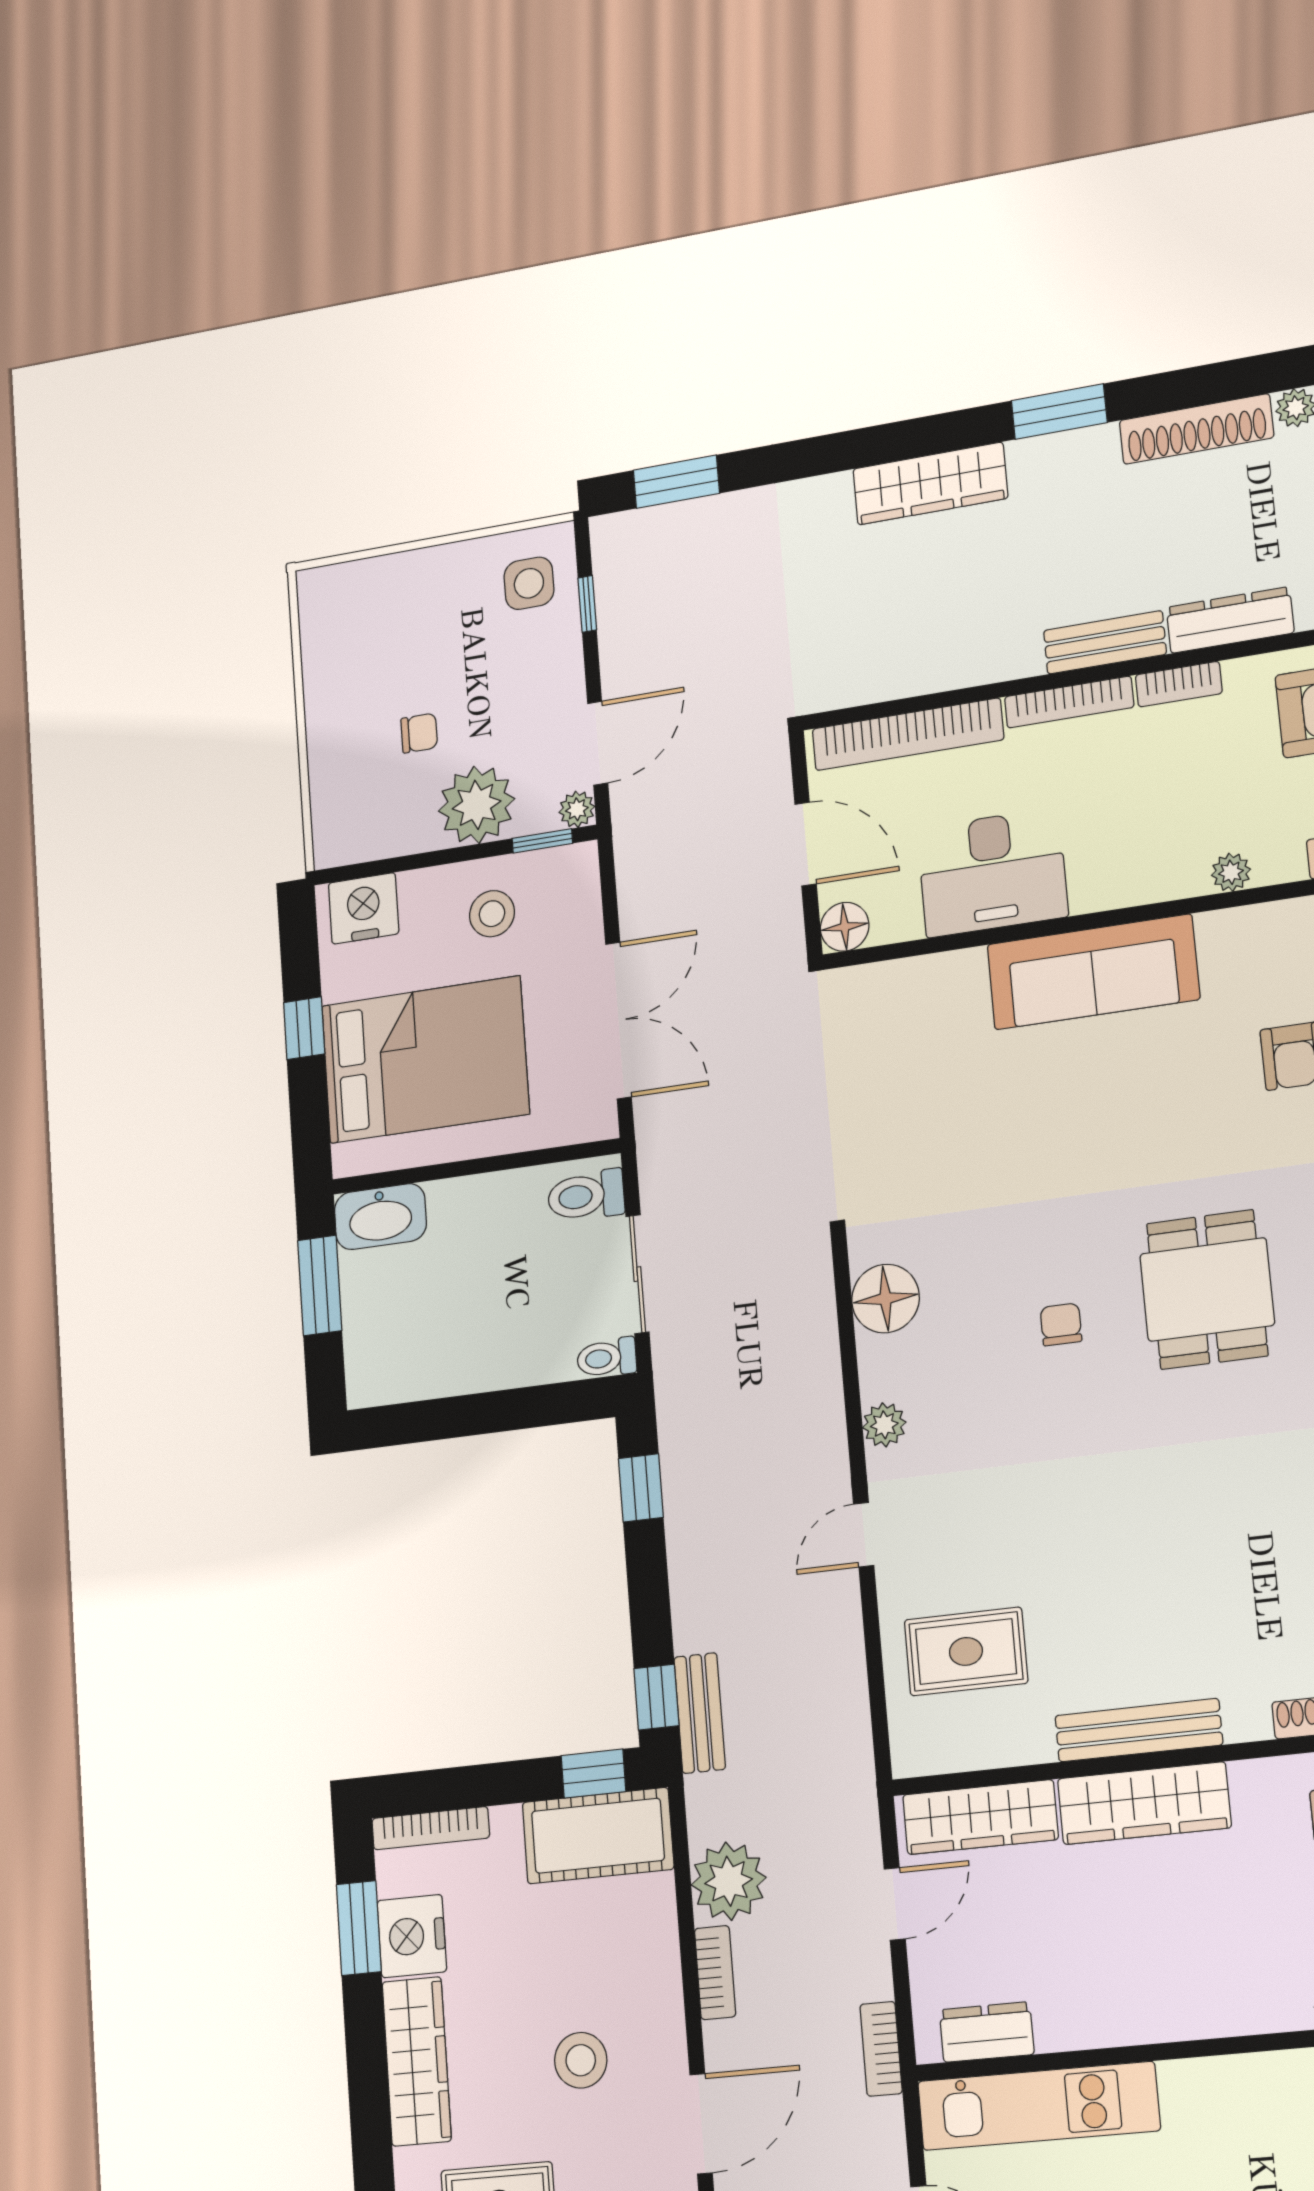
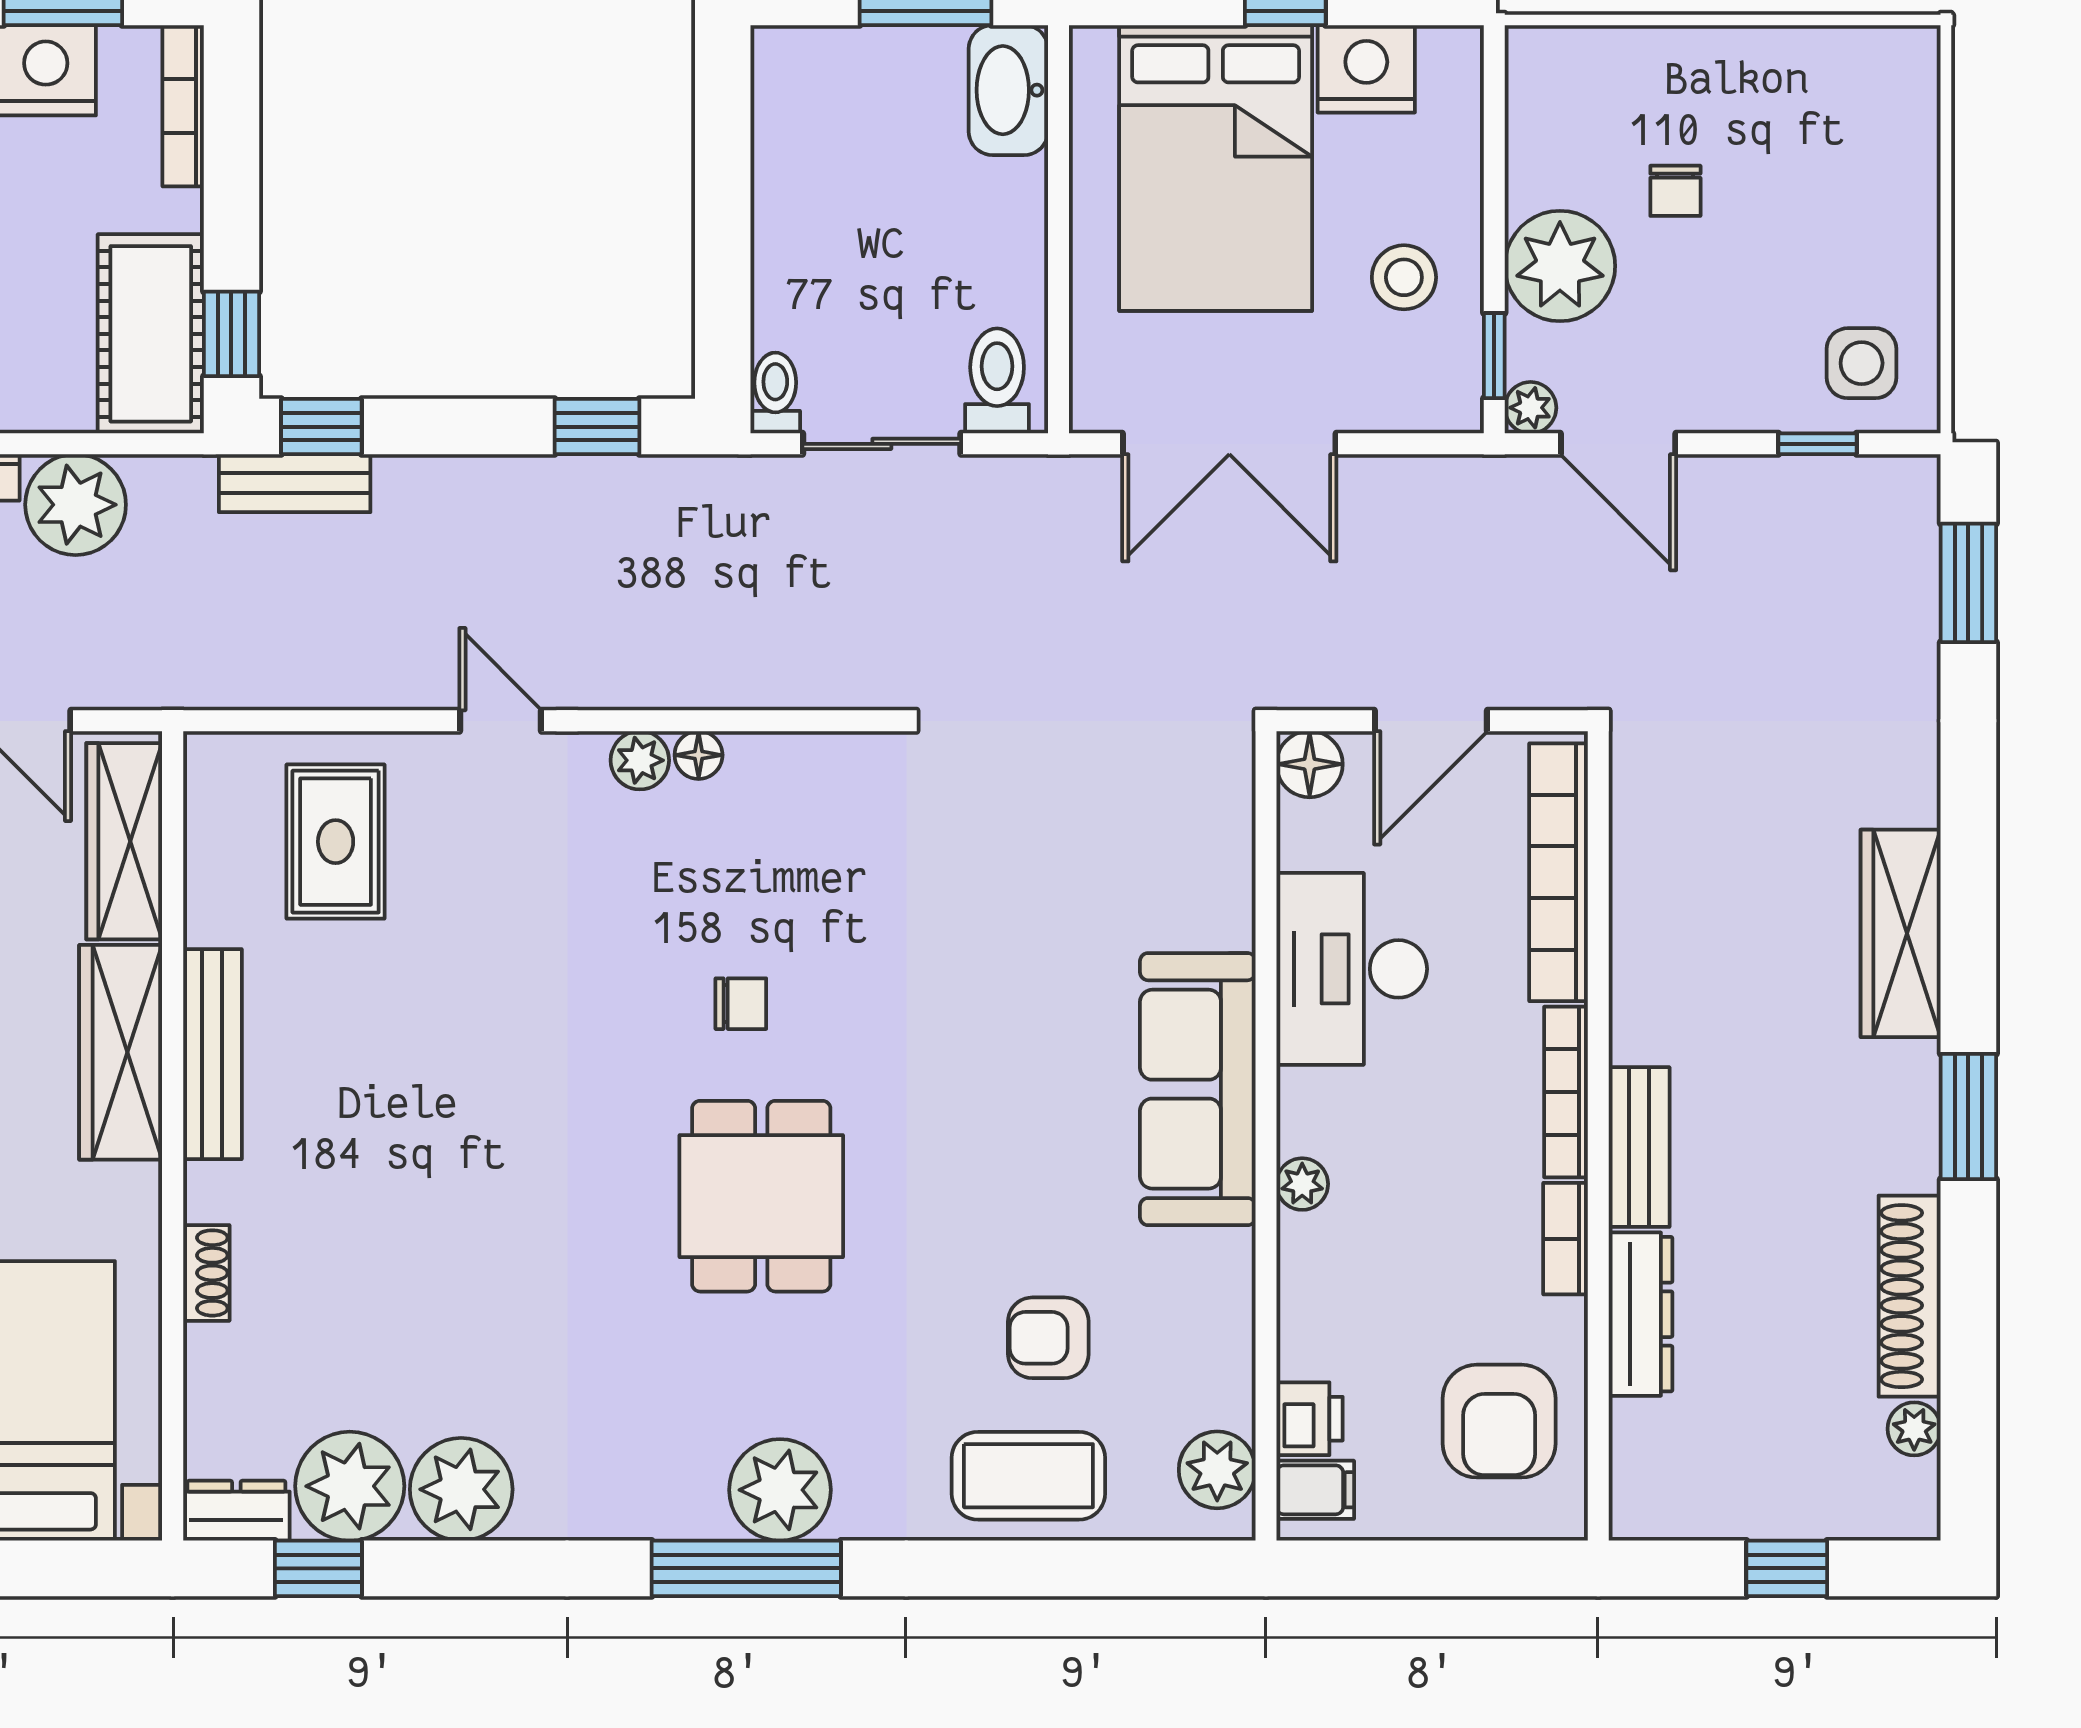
plant: (1231, 872) -> (1302, 1184), moved
nightstand: (364, 908) -> (1366, 69), moved, turned -90
dining table: (1207, 1289) -> (761, 1196), turned 90
floor lamp: (886, 1299) -> (699, 755), moved, width x0.53, depth x0.53

